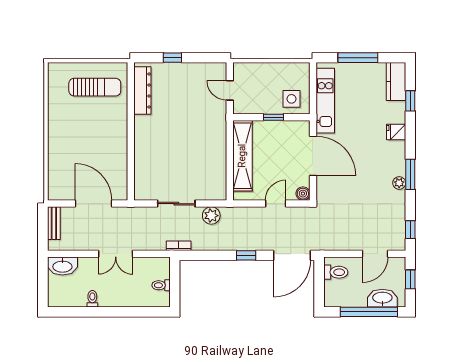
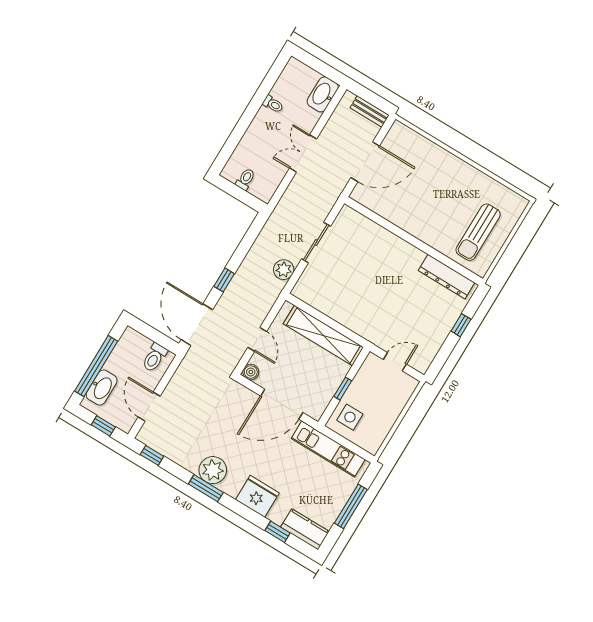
fridge: (396, 132) -> (257, 496), width x1.88, depth x1.34
plant: (399, 183) -> (213, 470), width x1.88, depth x1.88
bookcase: (179, 246) -> (274, 220), removed

